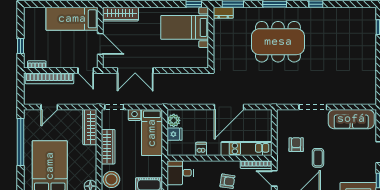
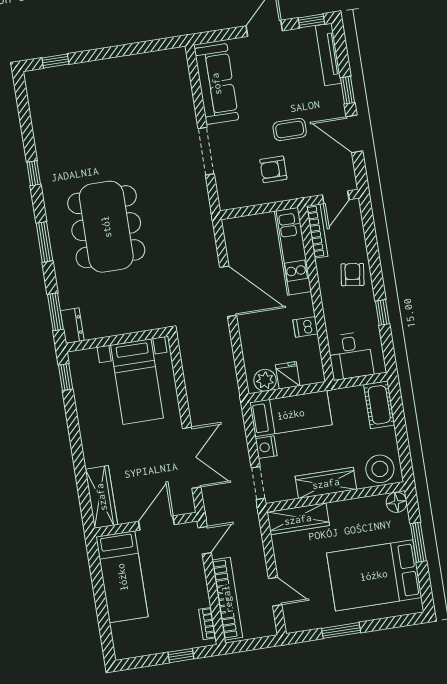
bed with nightstands: (185, 27) -> (137, 382), moved
window: (21, 142) -> (341, 630), width x0.47

